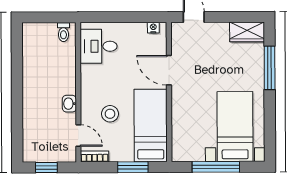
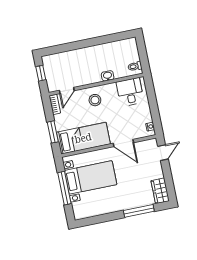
door: (169, 70) -> (123, 143), swing flipped
washbasin: (69, 104) -> (108, 76), moved
stool: (110, 114) -> (95, 100), moved
bed with nightstands: (235, 127) -> (91, 177), moved

